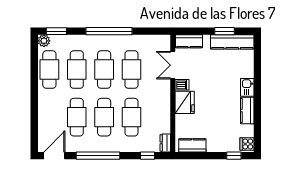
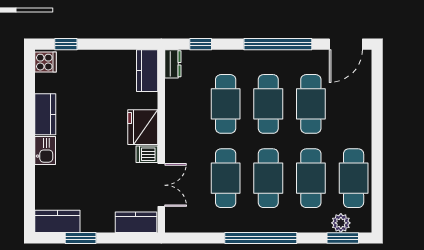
plant: (44, 41) -> (341, 223), moved
kitchen counter: (232, 42) -> (57, 221), width x0.67
kitchen counter: (192, 145) -> (147, 71), moved, turned 90

